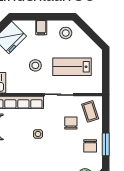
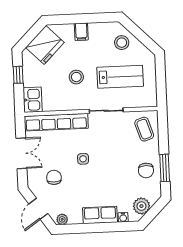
stool: (66, 33) -> (122, 43), moved
lab bench: (72, 67) -> (120, 77), turned 180
chair: (71, 123) -> (54, 177), moved

